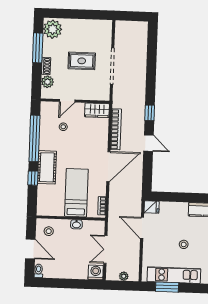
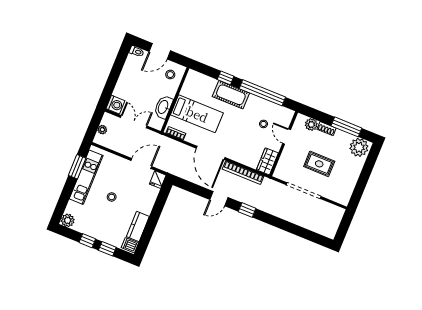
rug: (82, 61) -> (319, 164), turned 90
washbasin: (76, 224) -> (163, 107), width x1.91, depth x1.45

